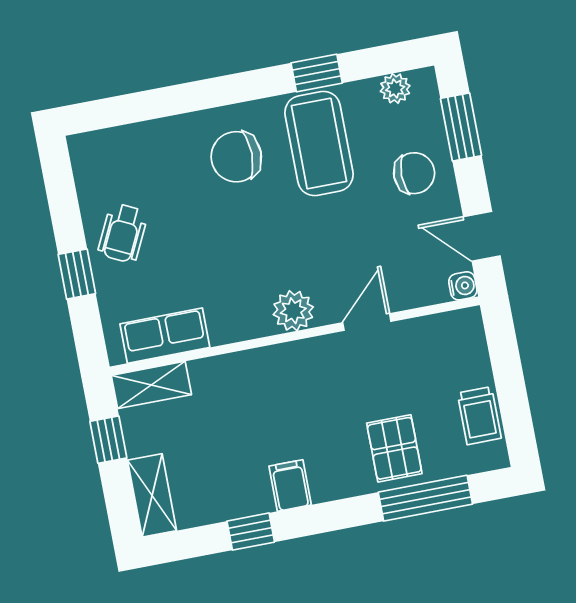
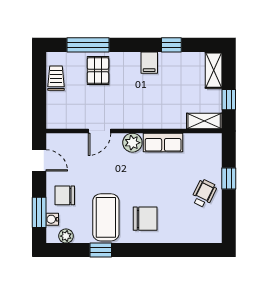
water cooler: (463, 286) -> (52, 219), moved
row of seats: (165, 336) -> (163, 143), moved

